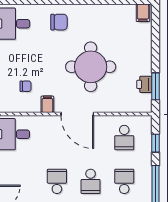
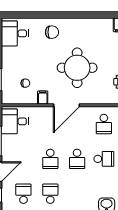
door: (77, 114) -> (66, 105), hinge flipped
school desk: (57, 181) -> (50, 159), turned 180
school desk: (124, 181) -> (104, 159), turned 90

